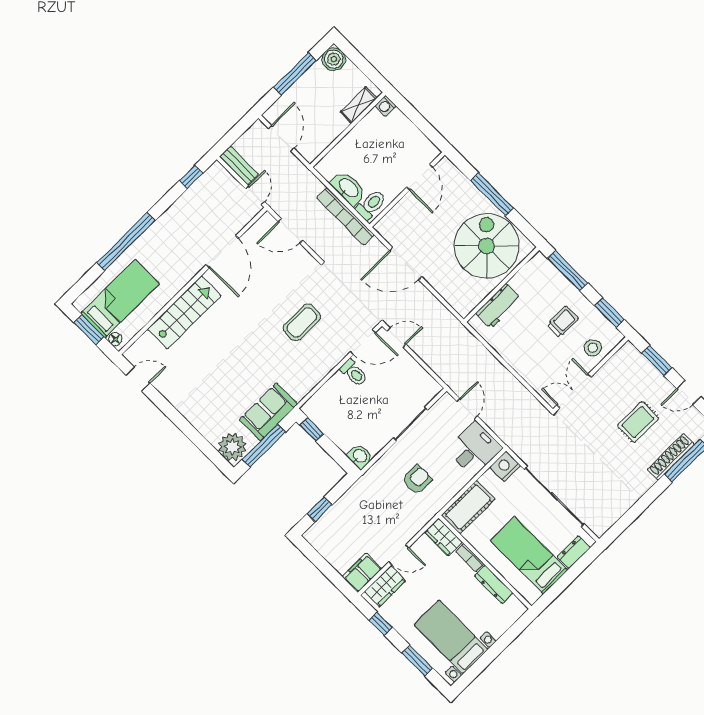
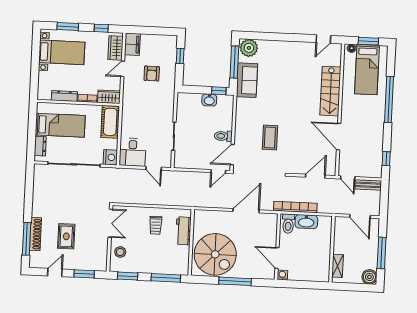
washing machine: (385, 106) -> (282, 275), moved
trolley: (563, 322) -> (156, 225), moved
washbasin: (360, 456) -> (209, 100), moved
armchair: (417, 479) -> (152, 74), moved

